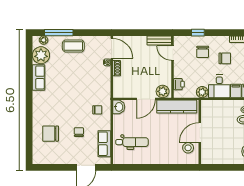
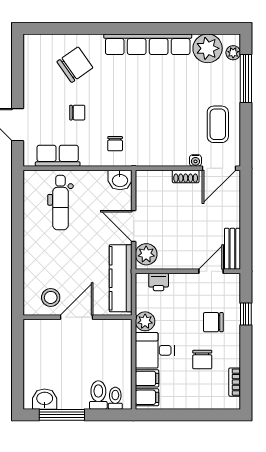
coffee table: (73, 46) -> (218, 124), moved
row of seats: (39, 77) -> (148, 44), width x2.02
door: (200, 133) -> (77, 317), hinge flipped
chair: (51, 134) -> (75, 65), turned 55

